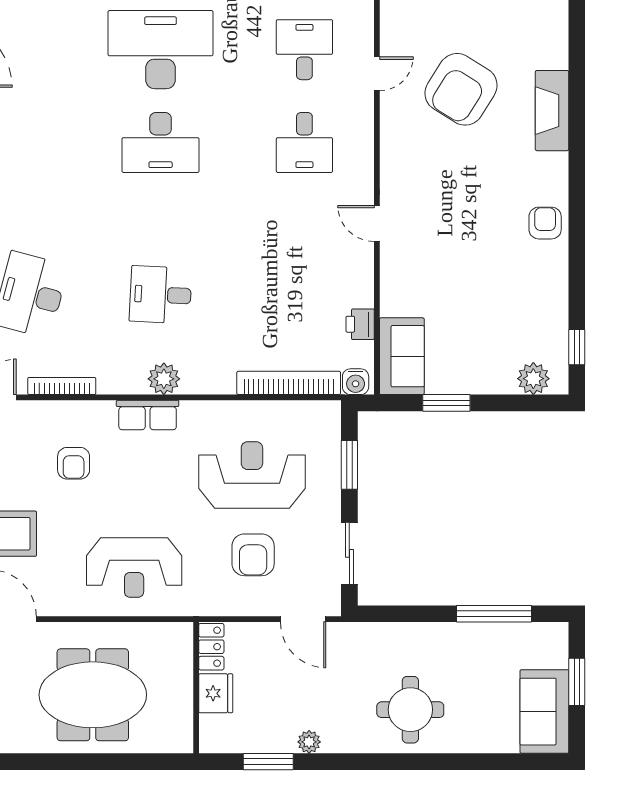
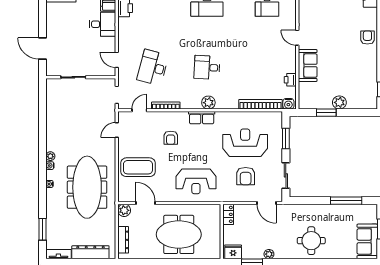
sofa: (402, 356) -> (308, 66), moved
plant: (533, 379) -> (339, 102), moved
fridge: (216, 693) -> (233, 252), moved, turned -90

